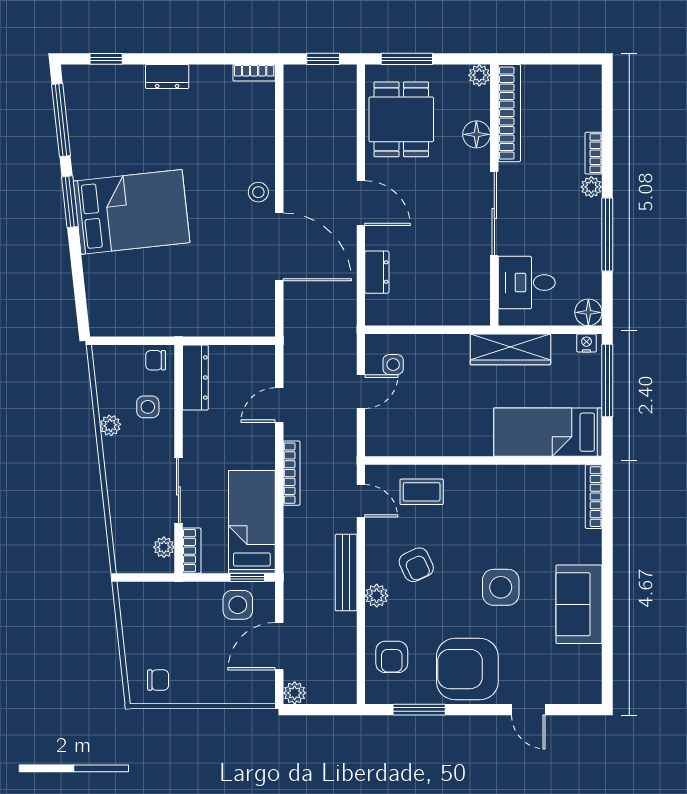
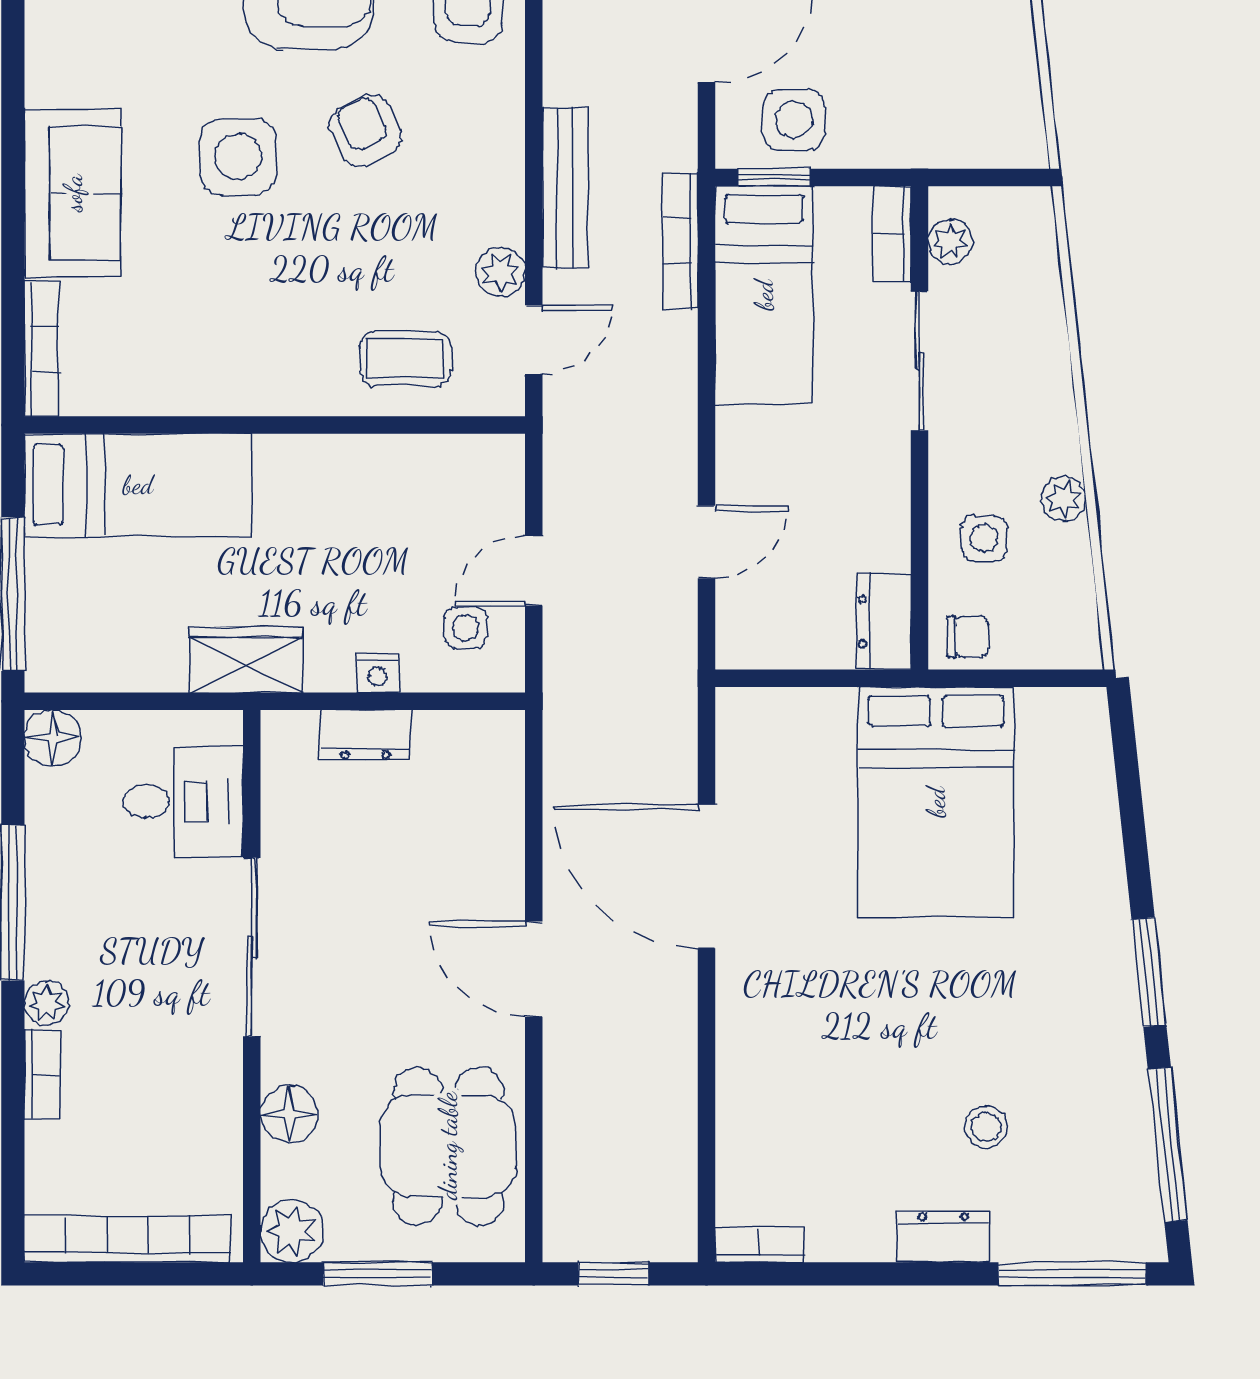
window: (106, 59) -> (1072, 1274), width x2.17
window: (407, 59) -> (377, 1274), moved
plant: (479, 75) -> (292, 1231), width x1.38, depth x1.38
bookcase: (509, 113) -> (127, 1239), moved, turned 90
stool: (258, 192) -> (986, 1127), moved
bed: (131, 212) -> (936, 802), moved, turned -84
dresser: (377, 272) -> (365, 735), moved, turned -90
nightstand: (587, 343) -> (377, 673), moved
wardrobe: (510, 349) -> (246, 660), width x0.67
dresser: (195, 377) -> (884, 621), width x0.70
bookcase: (292, 473) -> (680, 241), moved
door: (361, 501) -> (534, 340), swing flipped
armchair: (416, 565) -> (365, 131), moved
plant: (377, 596) -> (501, 272), moved
sofa: (579, 604) -> (73, 193), moved

